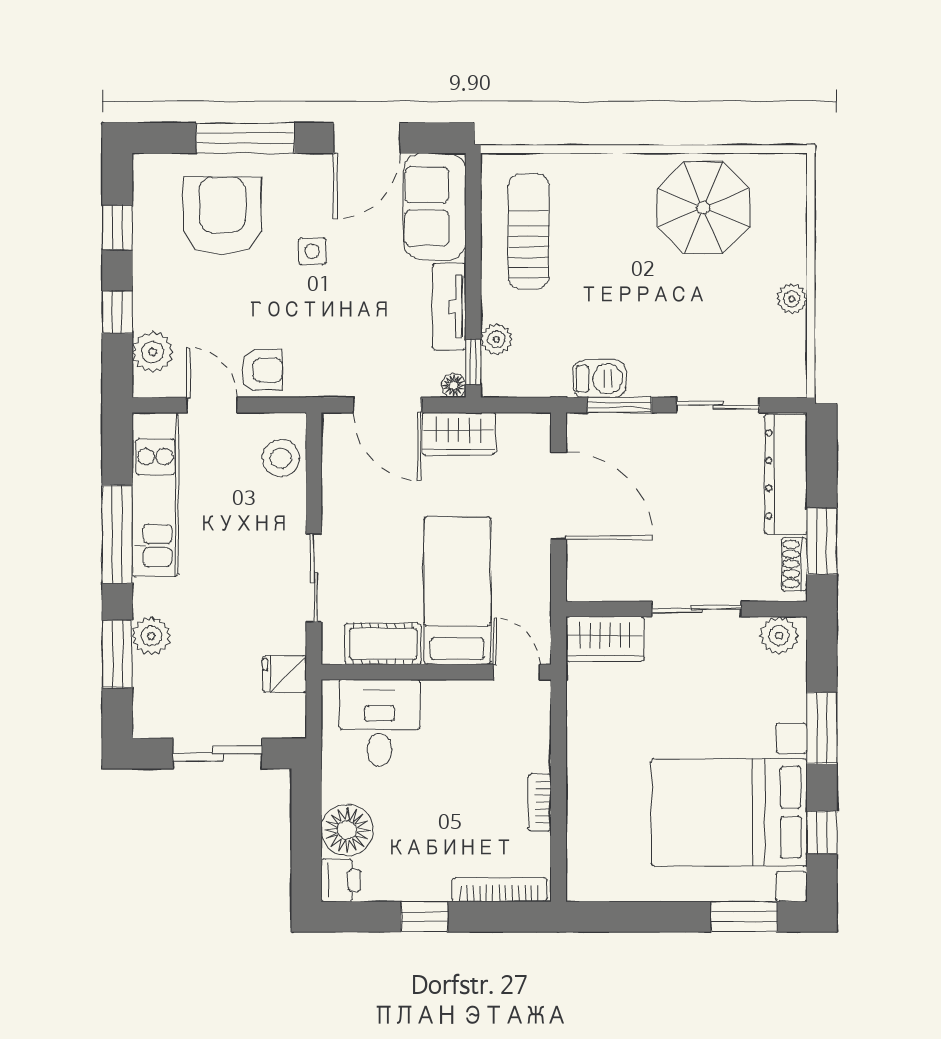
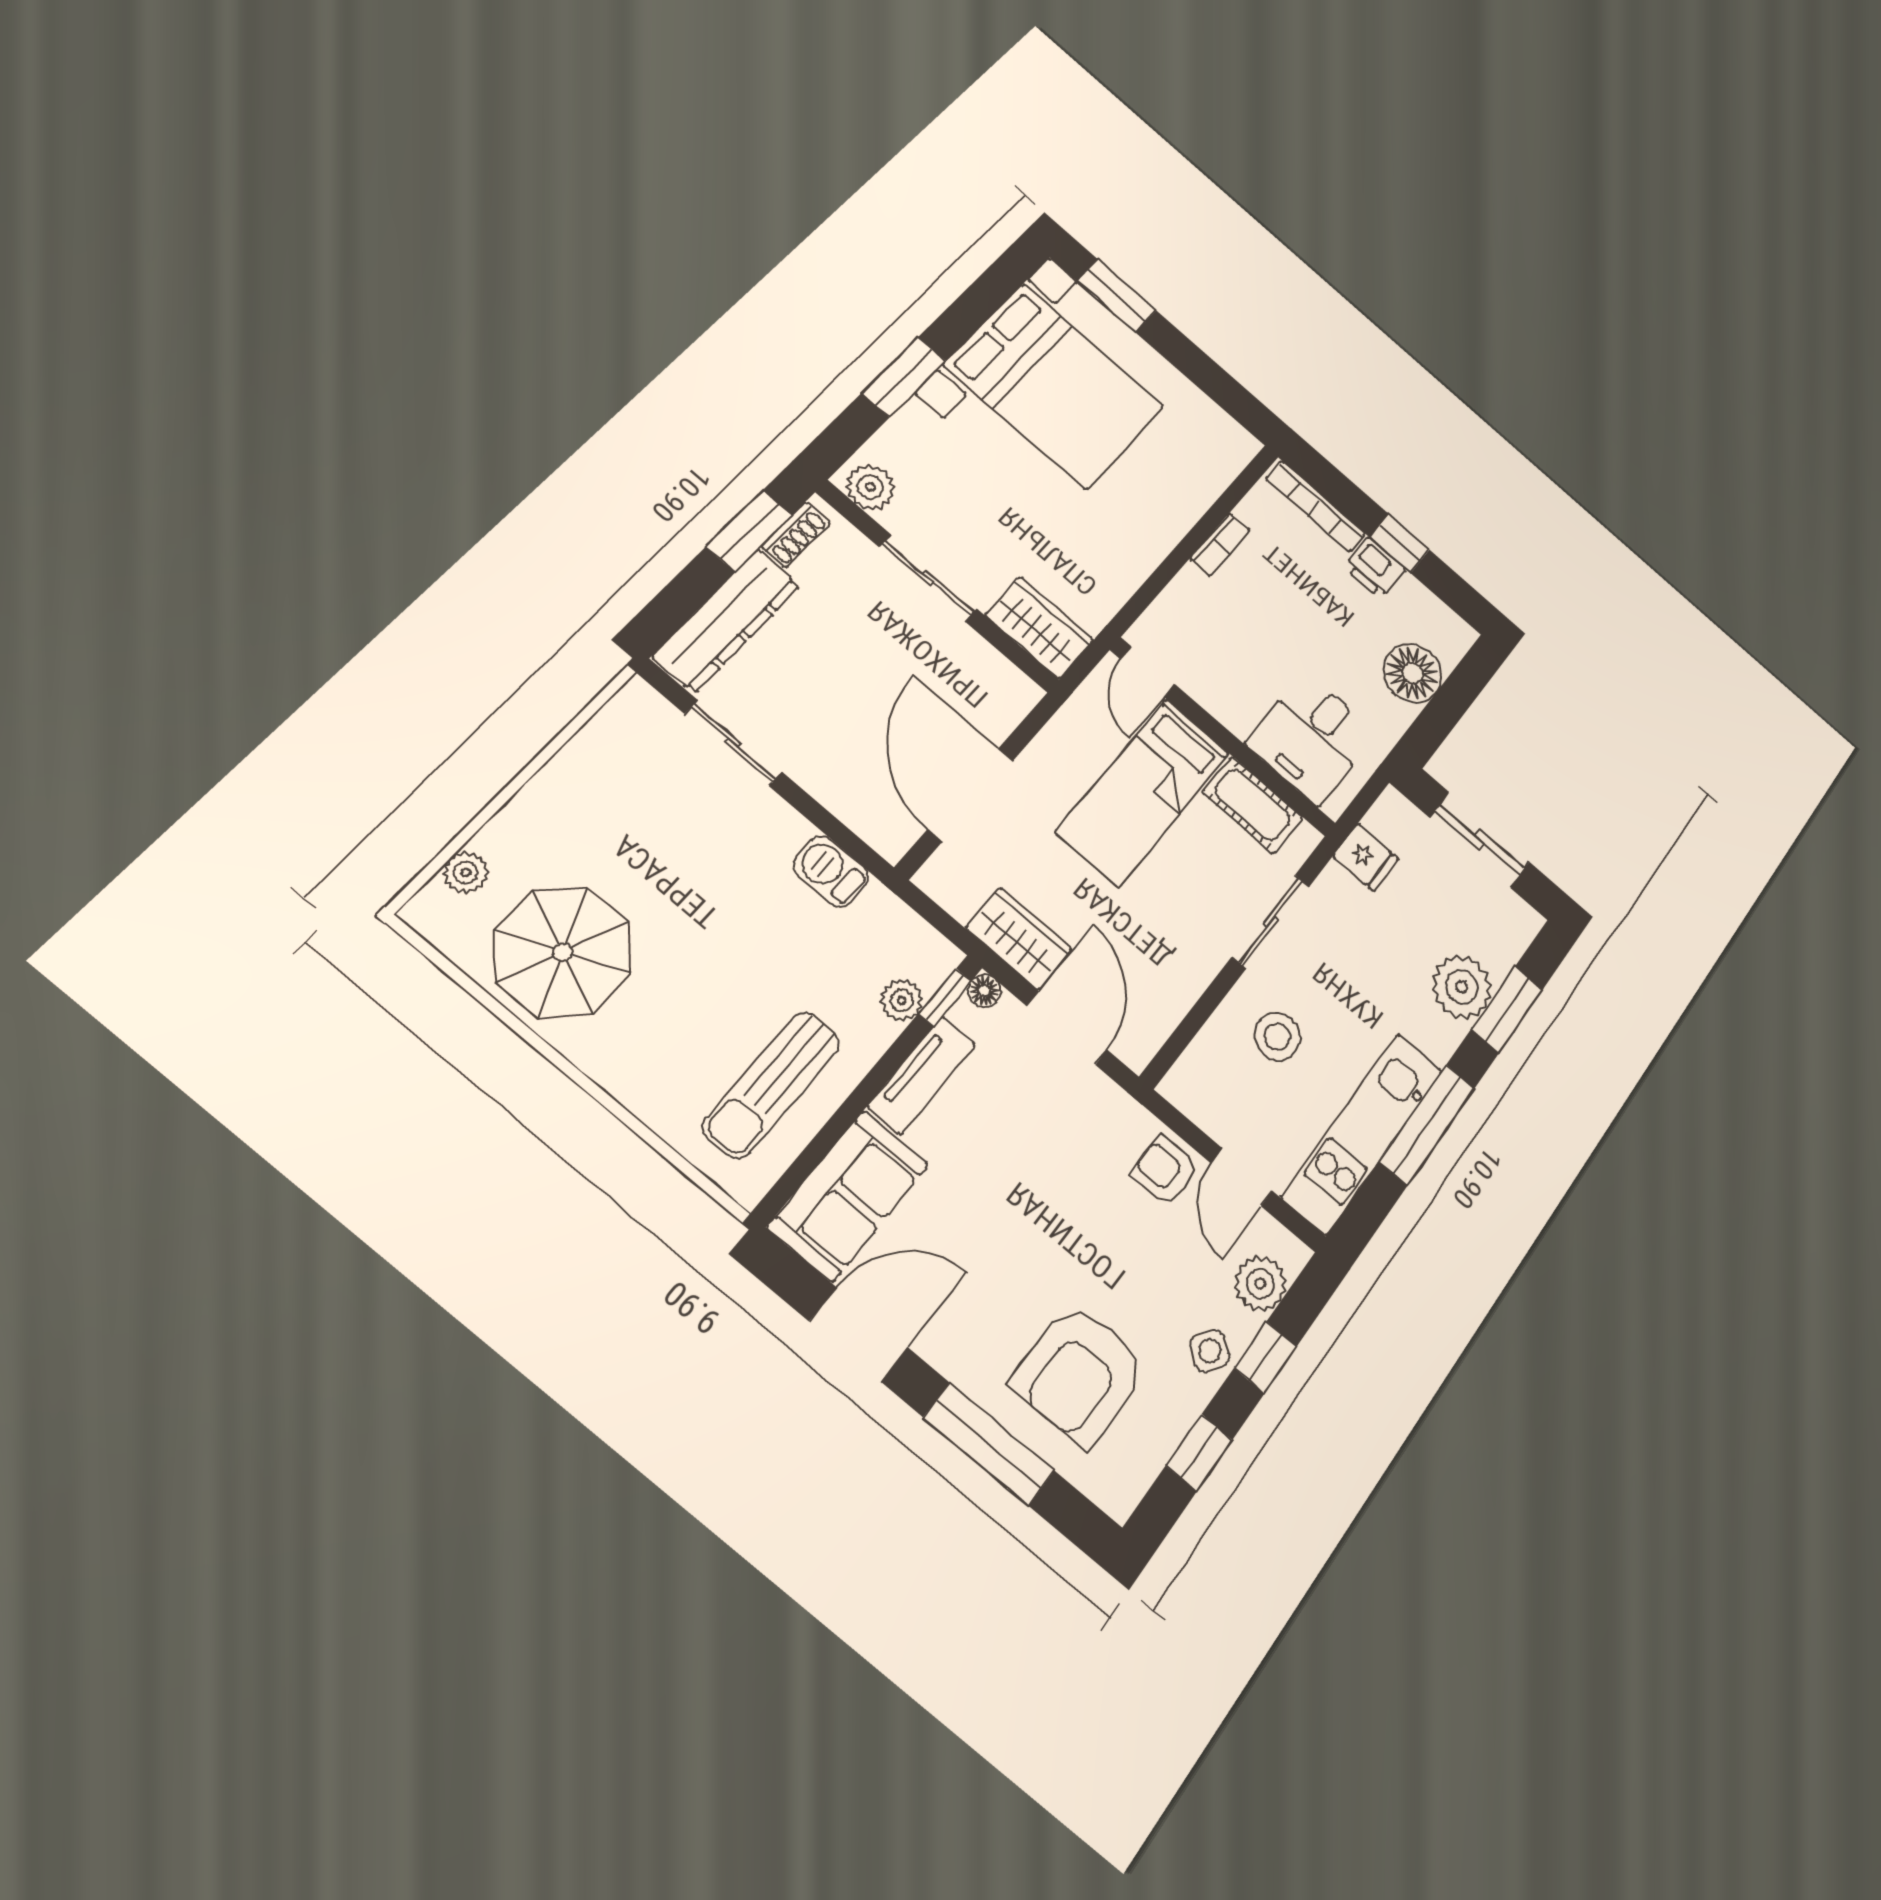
side table: (312, 251) -> (1210, 1351), moved, turned 36
plant: (792, 299) -> (466, 872), moved
window: (620, 405) -> (833, 828), removed
stool: (281, 458) -> (1277, 1036), moved
plant: (151, 636) -> (1462, 987), width x1.36, depth x1.36
window: (822, 832) -> (985, 297), removed
printer: (341, 880) -> (1375, 568), moved, turned -90

